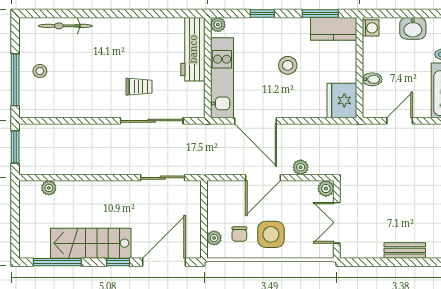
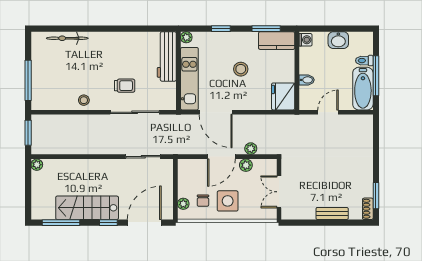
stool: (40, 71) -> (84, 100), moved
plant: (49, 188) -> (37, 165), moved
plant: (326, 189) -> (246, 165), moved

